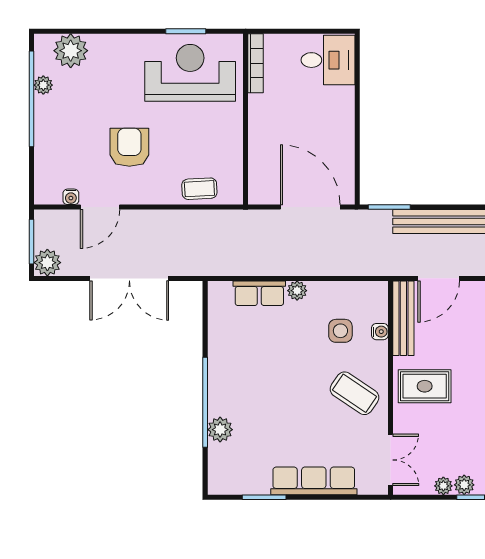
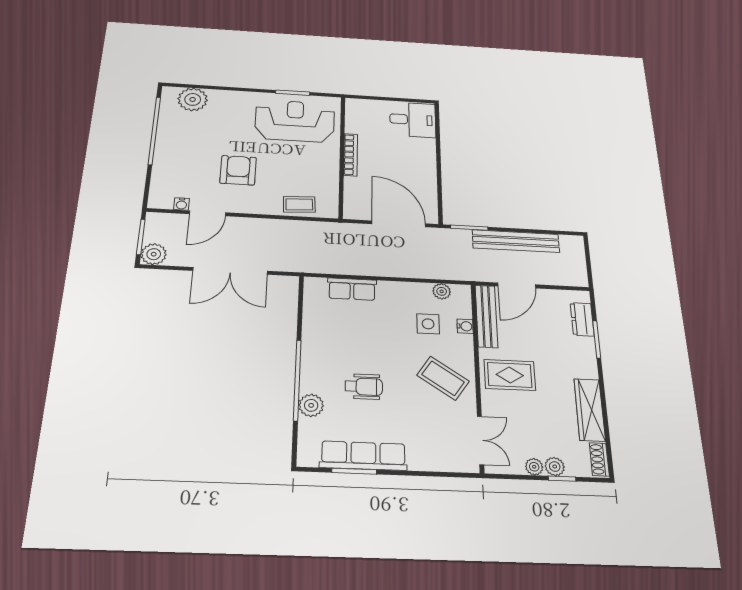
bookcase: (256, 63) -> (351, 155), moved
plant: (43, 85) -> (166, 121), removed
plant: (297, 291) -> (442, 291), moved
wheelchair: (273, 406) -> (364, 387), added
row of seats: (314, 481) -> (363, 456), moved

